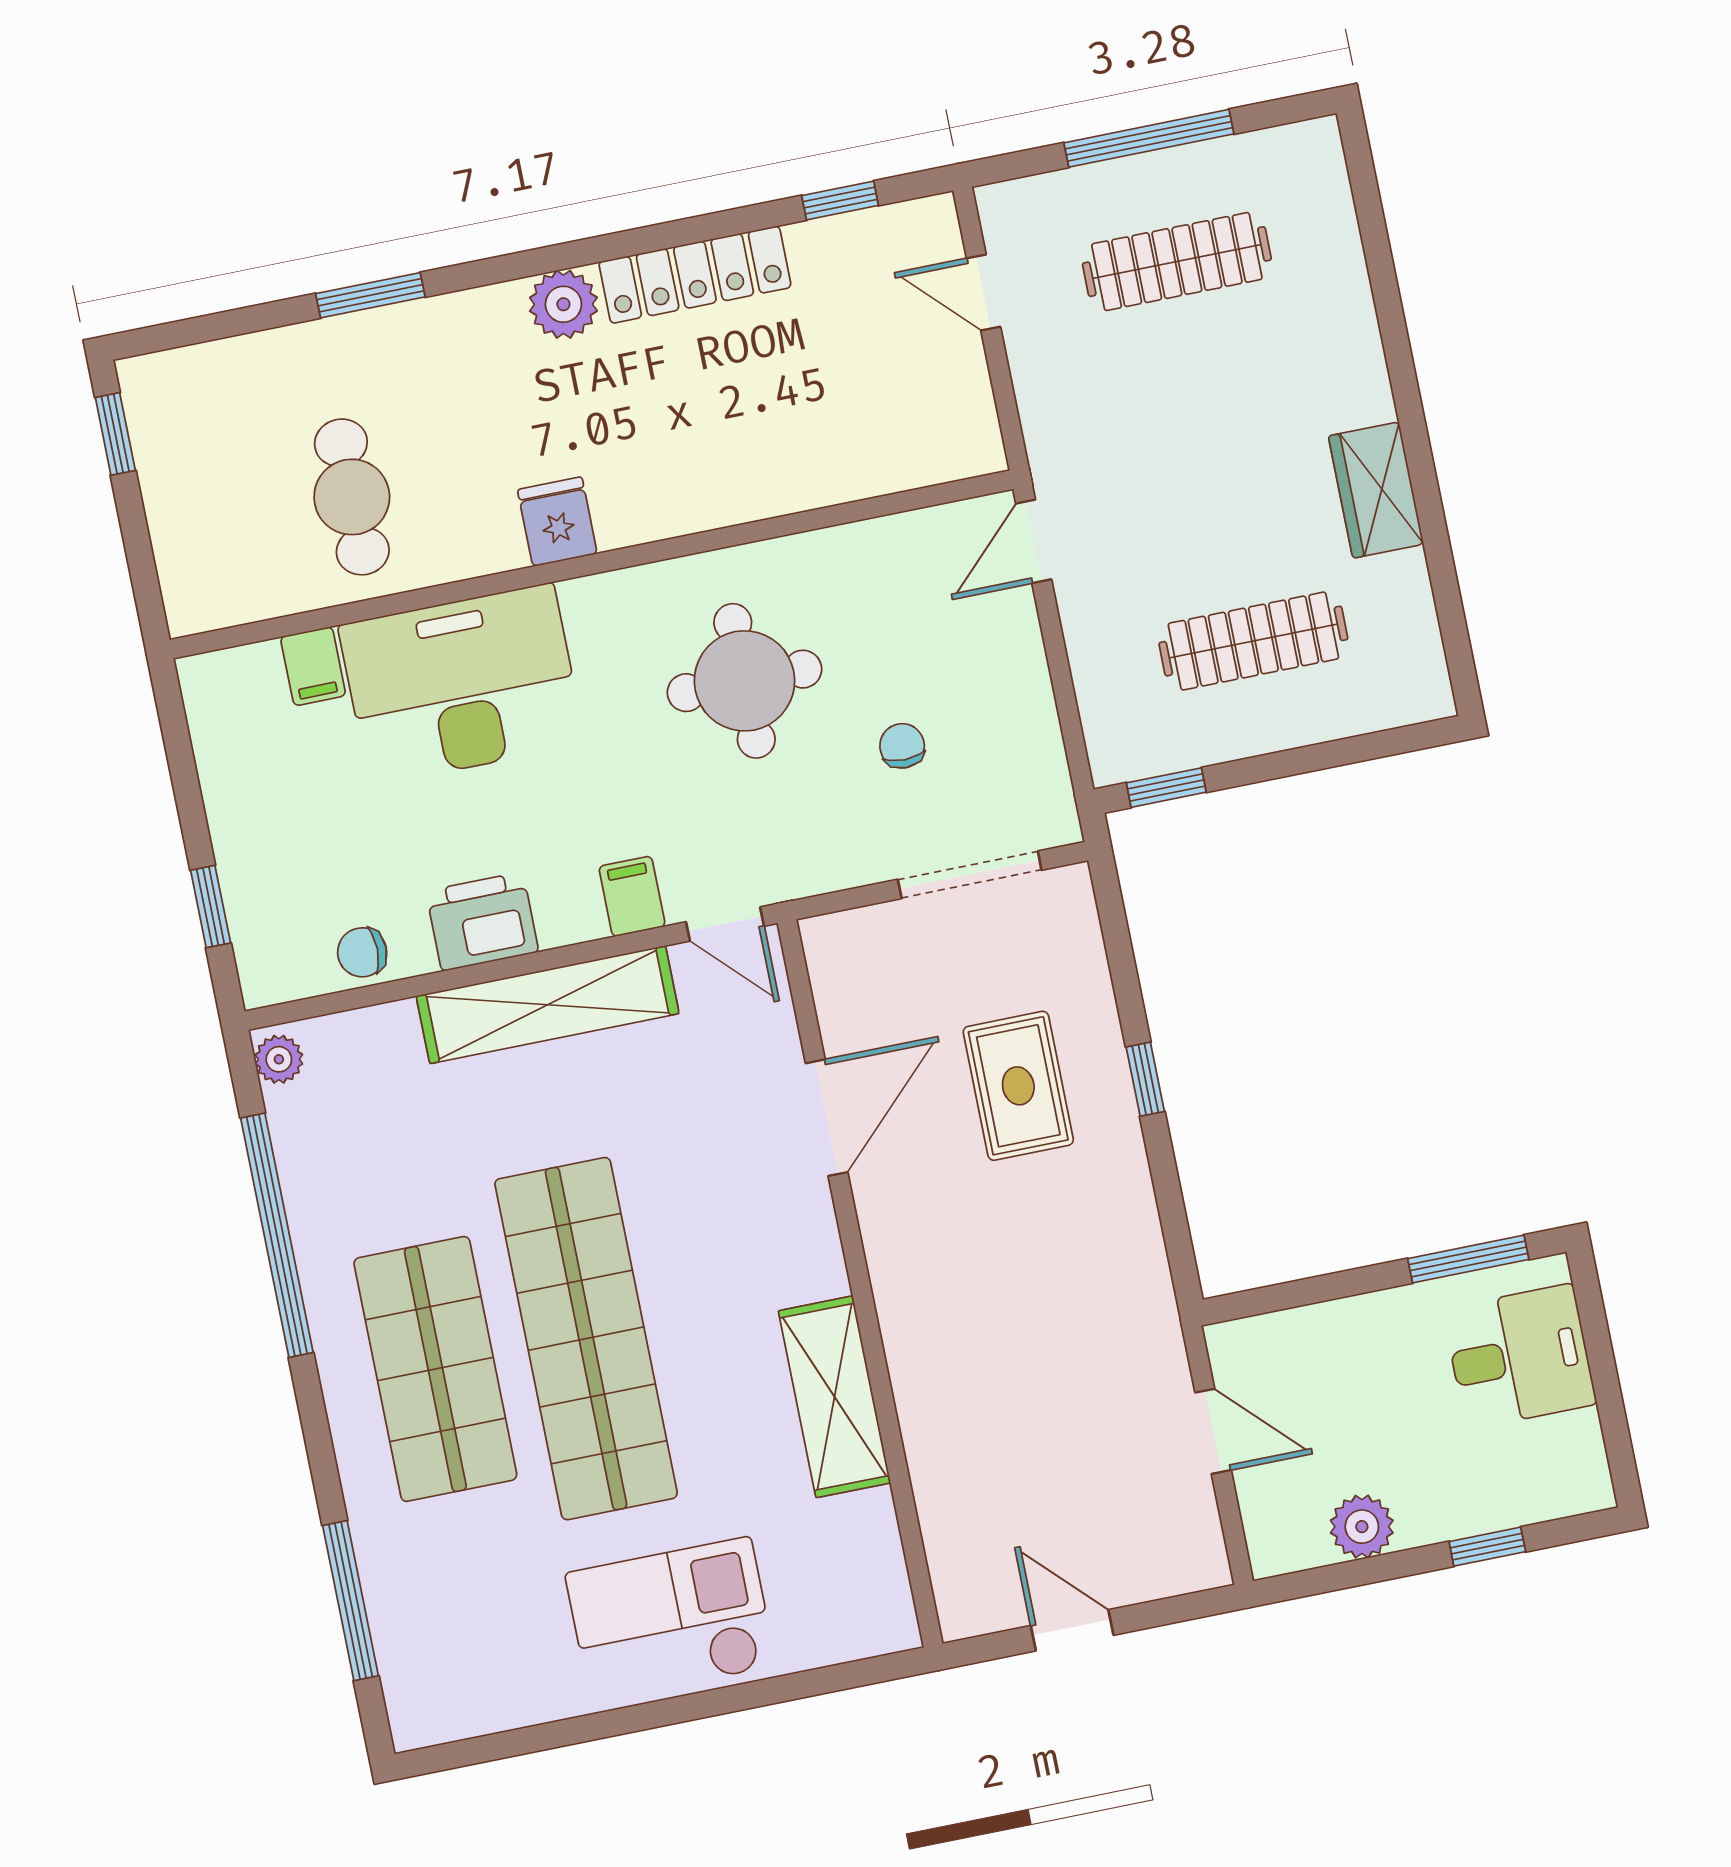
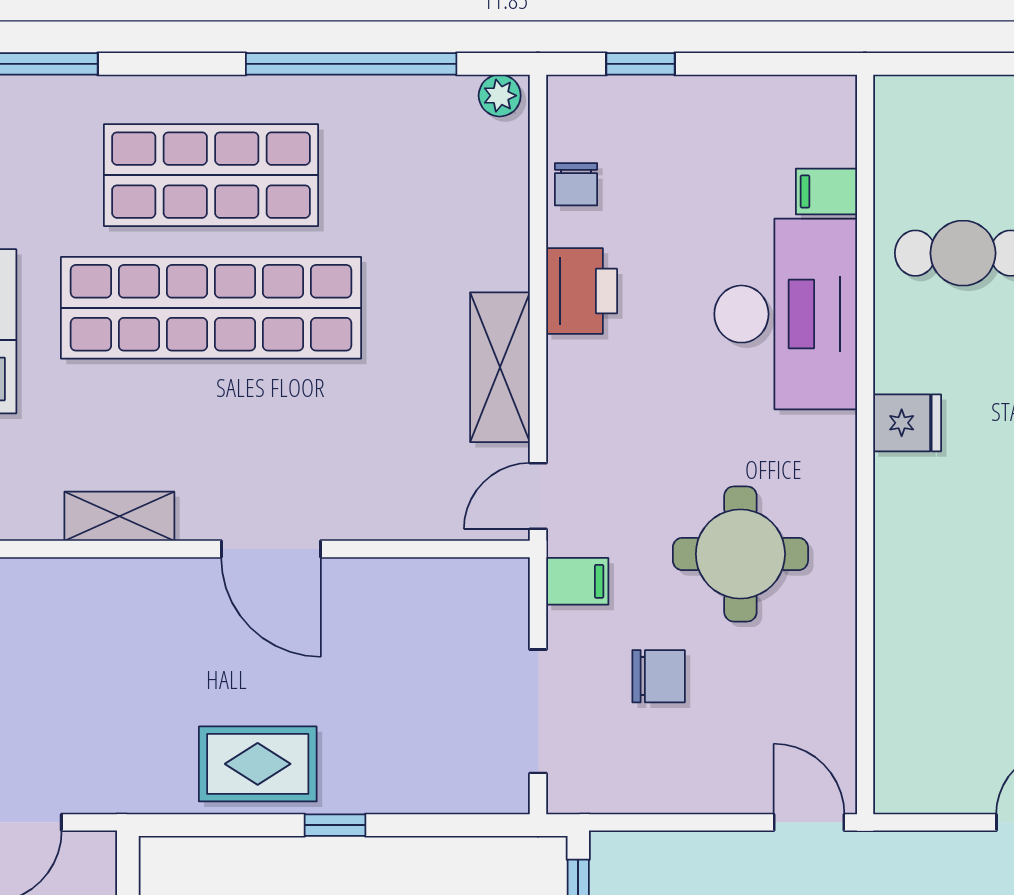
chair: (902, 746) -> (659, 676), width x1.37, depth x1.37
filing cabinet: (632, 896) -> (577, 581), moved
chair: (362, 952) -> (576, 184), turned 180
shelving: (548, 1005) -> (500, 367), width x0.68
rug: (1018, 1086) -> (258, 764), moved
door: (827, 1118) -> (271, 549), moved
shelving: (834, 1397) -> (119, 516), width x0.67, depth x0.75

